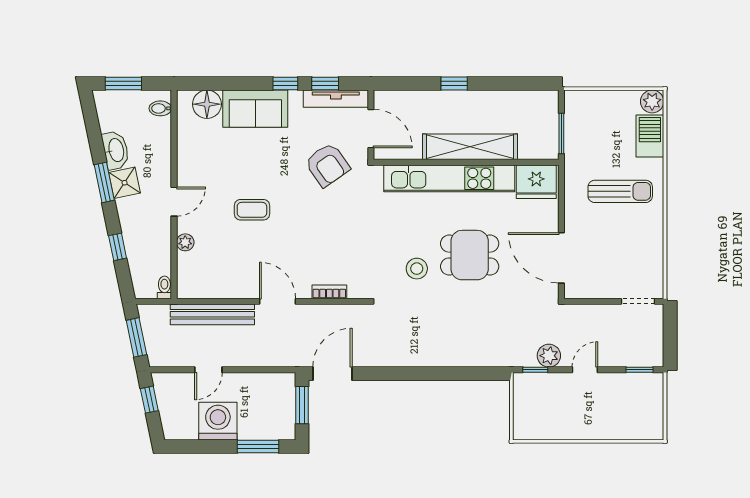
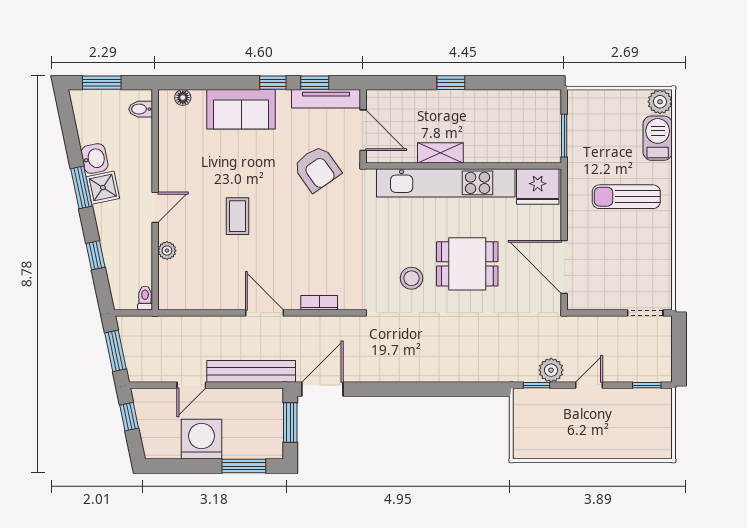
floor lamp: (207, 104) -> (183, 98), width x0.53, depth x0.53
shelving: (470, 147) -> (440, 153), width x0.45, depth x0.75
washbasin: (116, 150) -> (95, 159), width x0.72
sun lounger: (620, 191) -> (626, 197), turned 180
coffee table: (252, 210) -> (237, 216), turned 90
bench: (212, 314) -> (251, 371), moved

